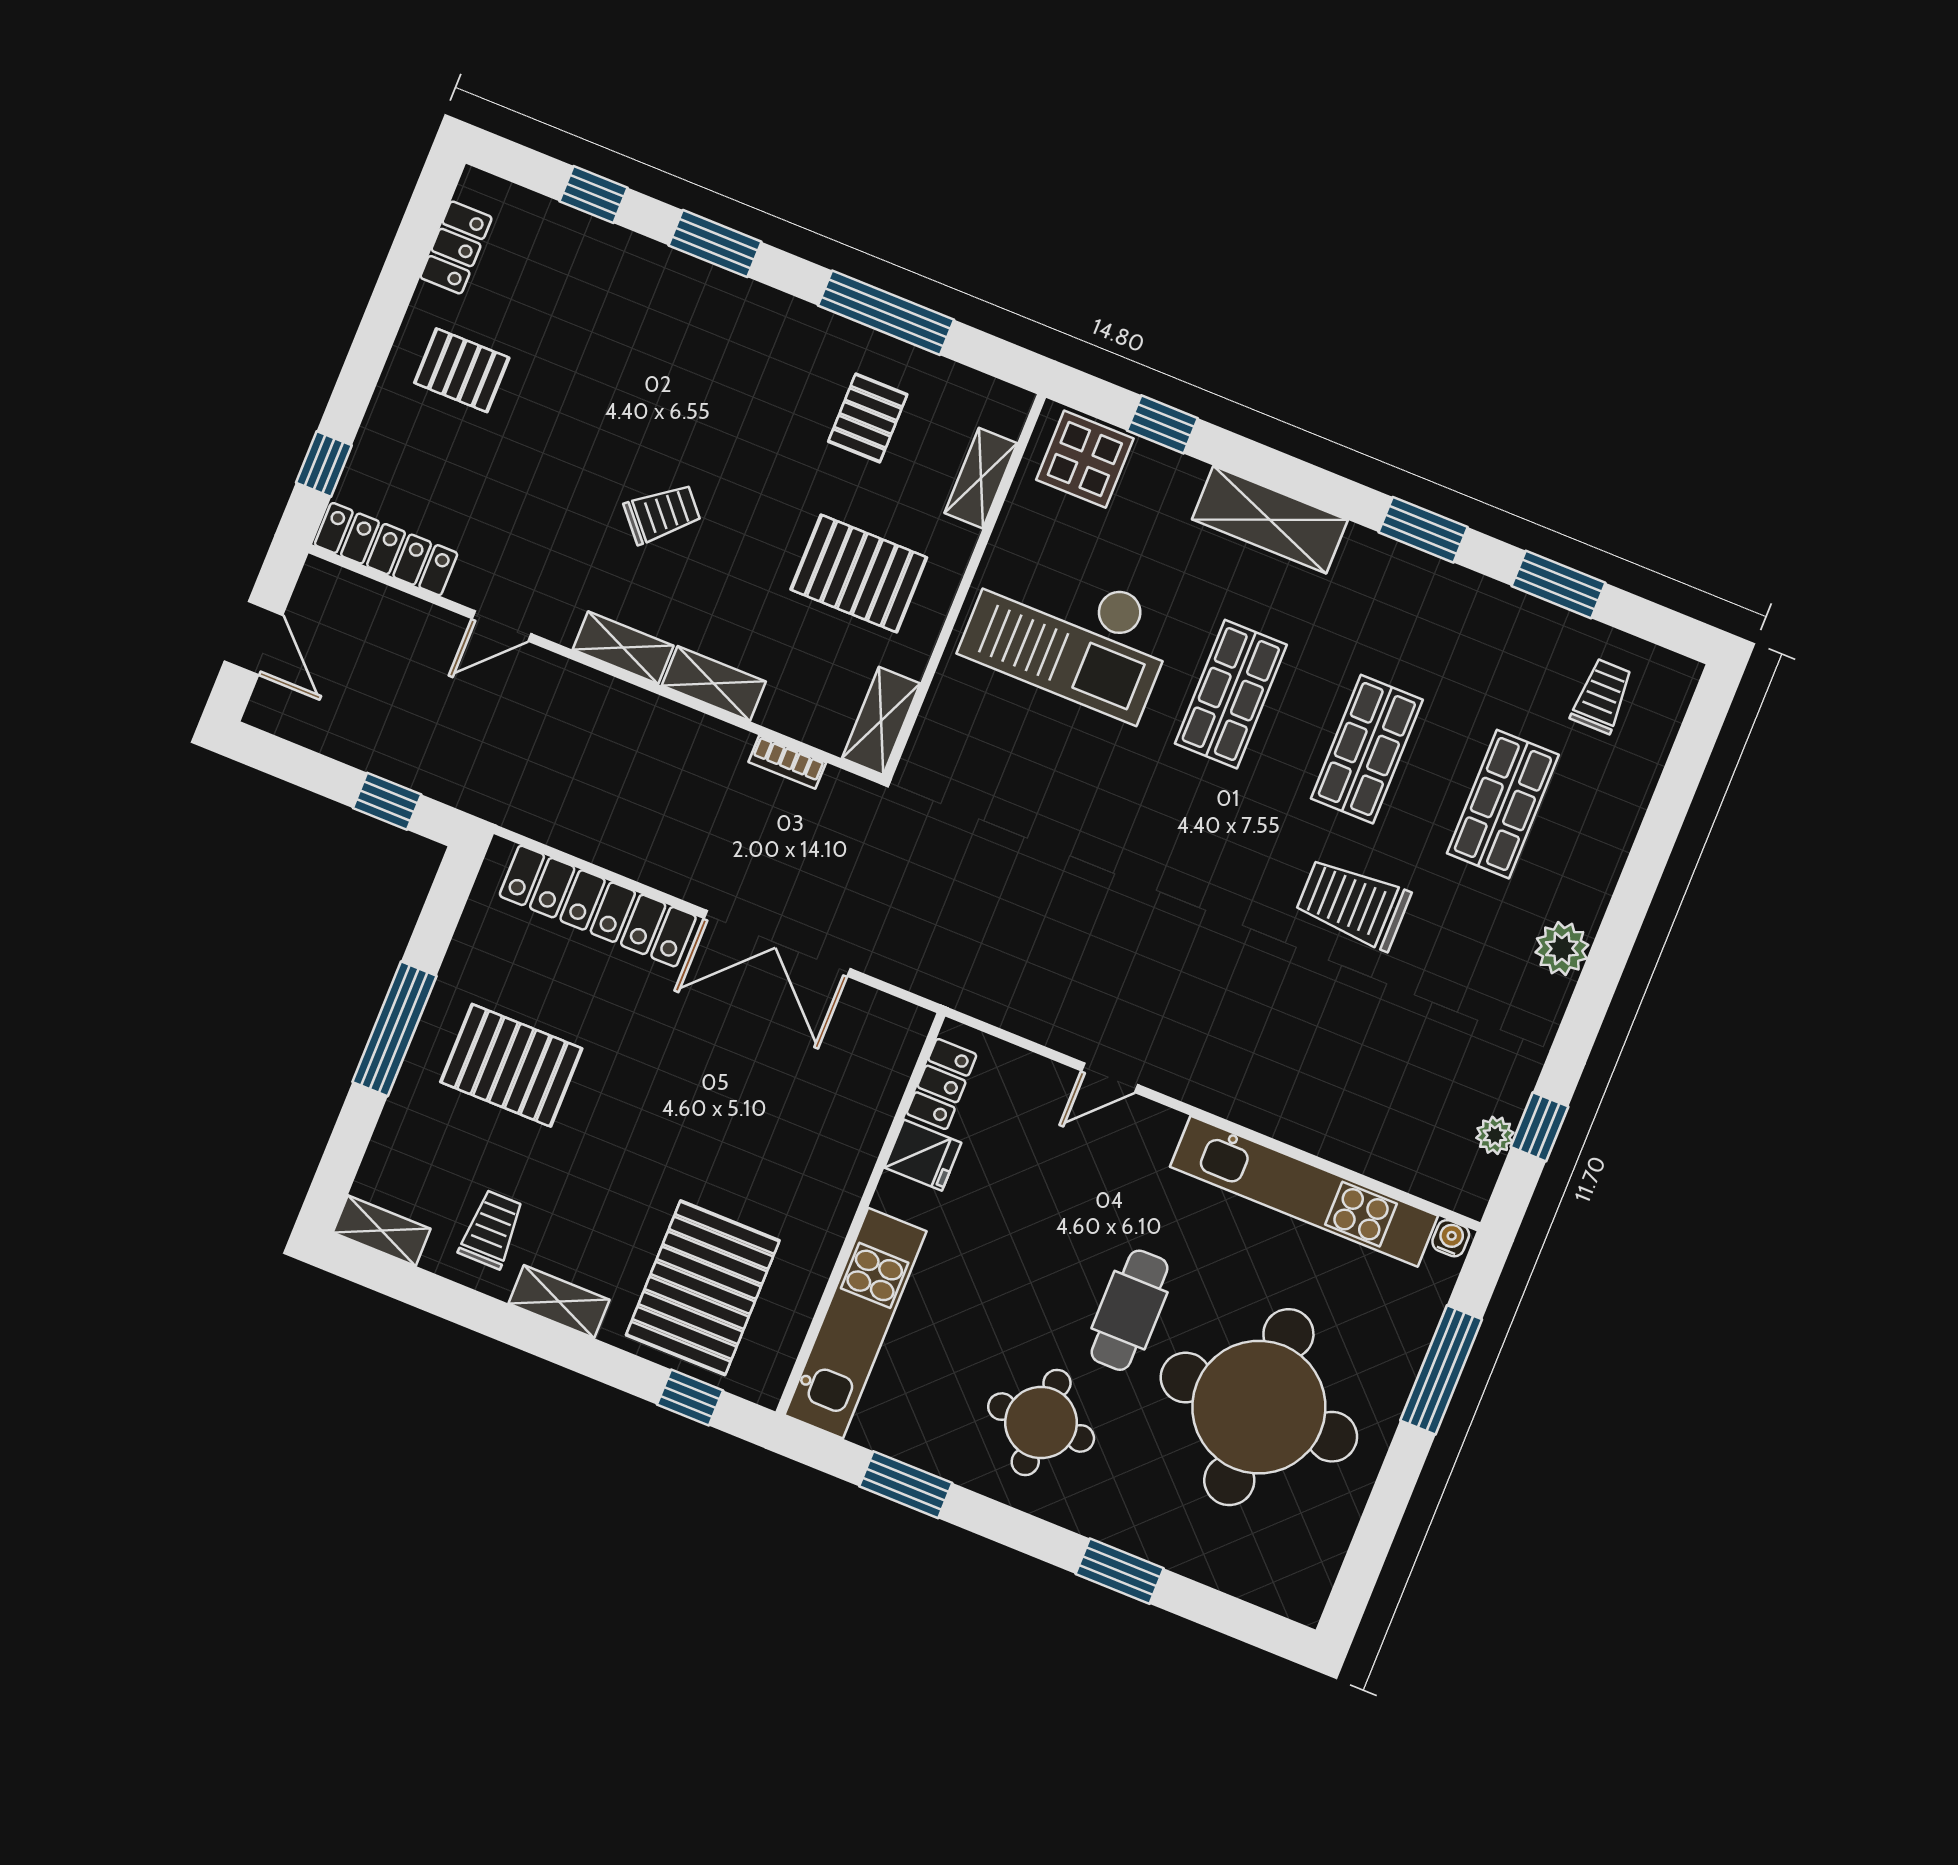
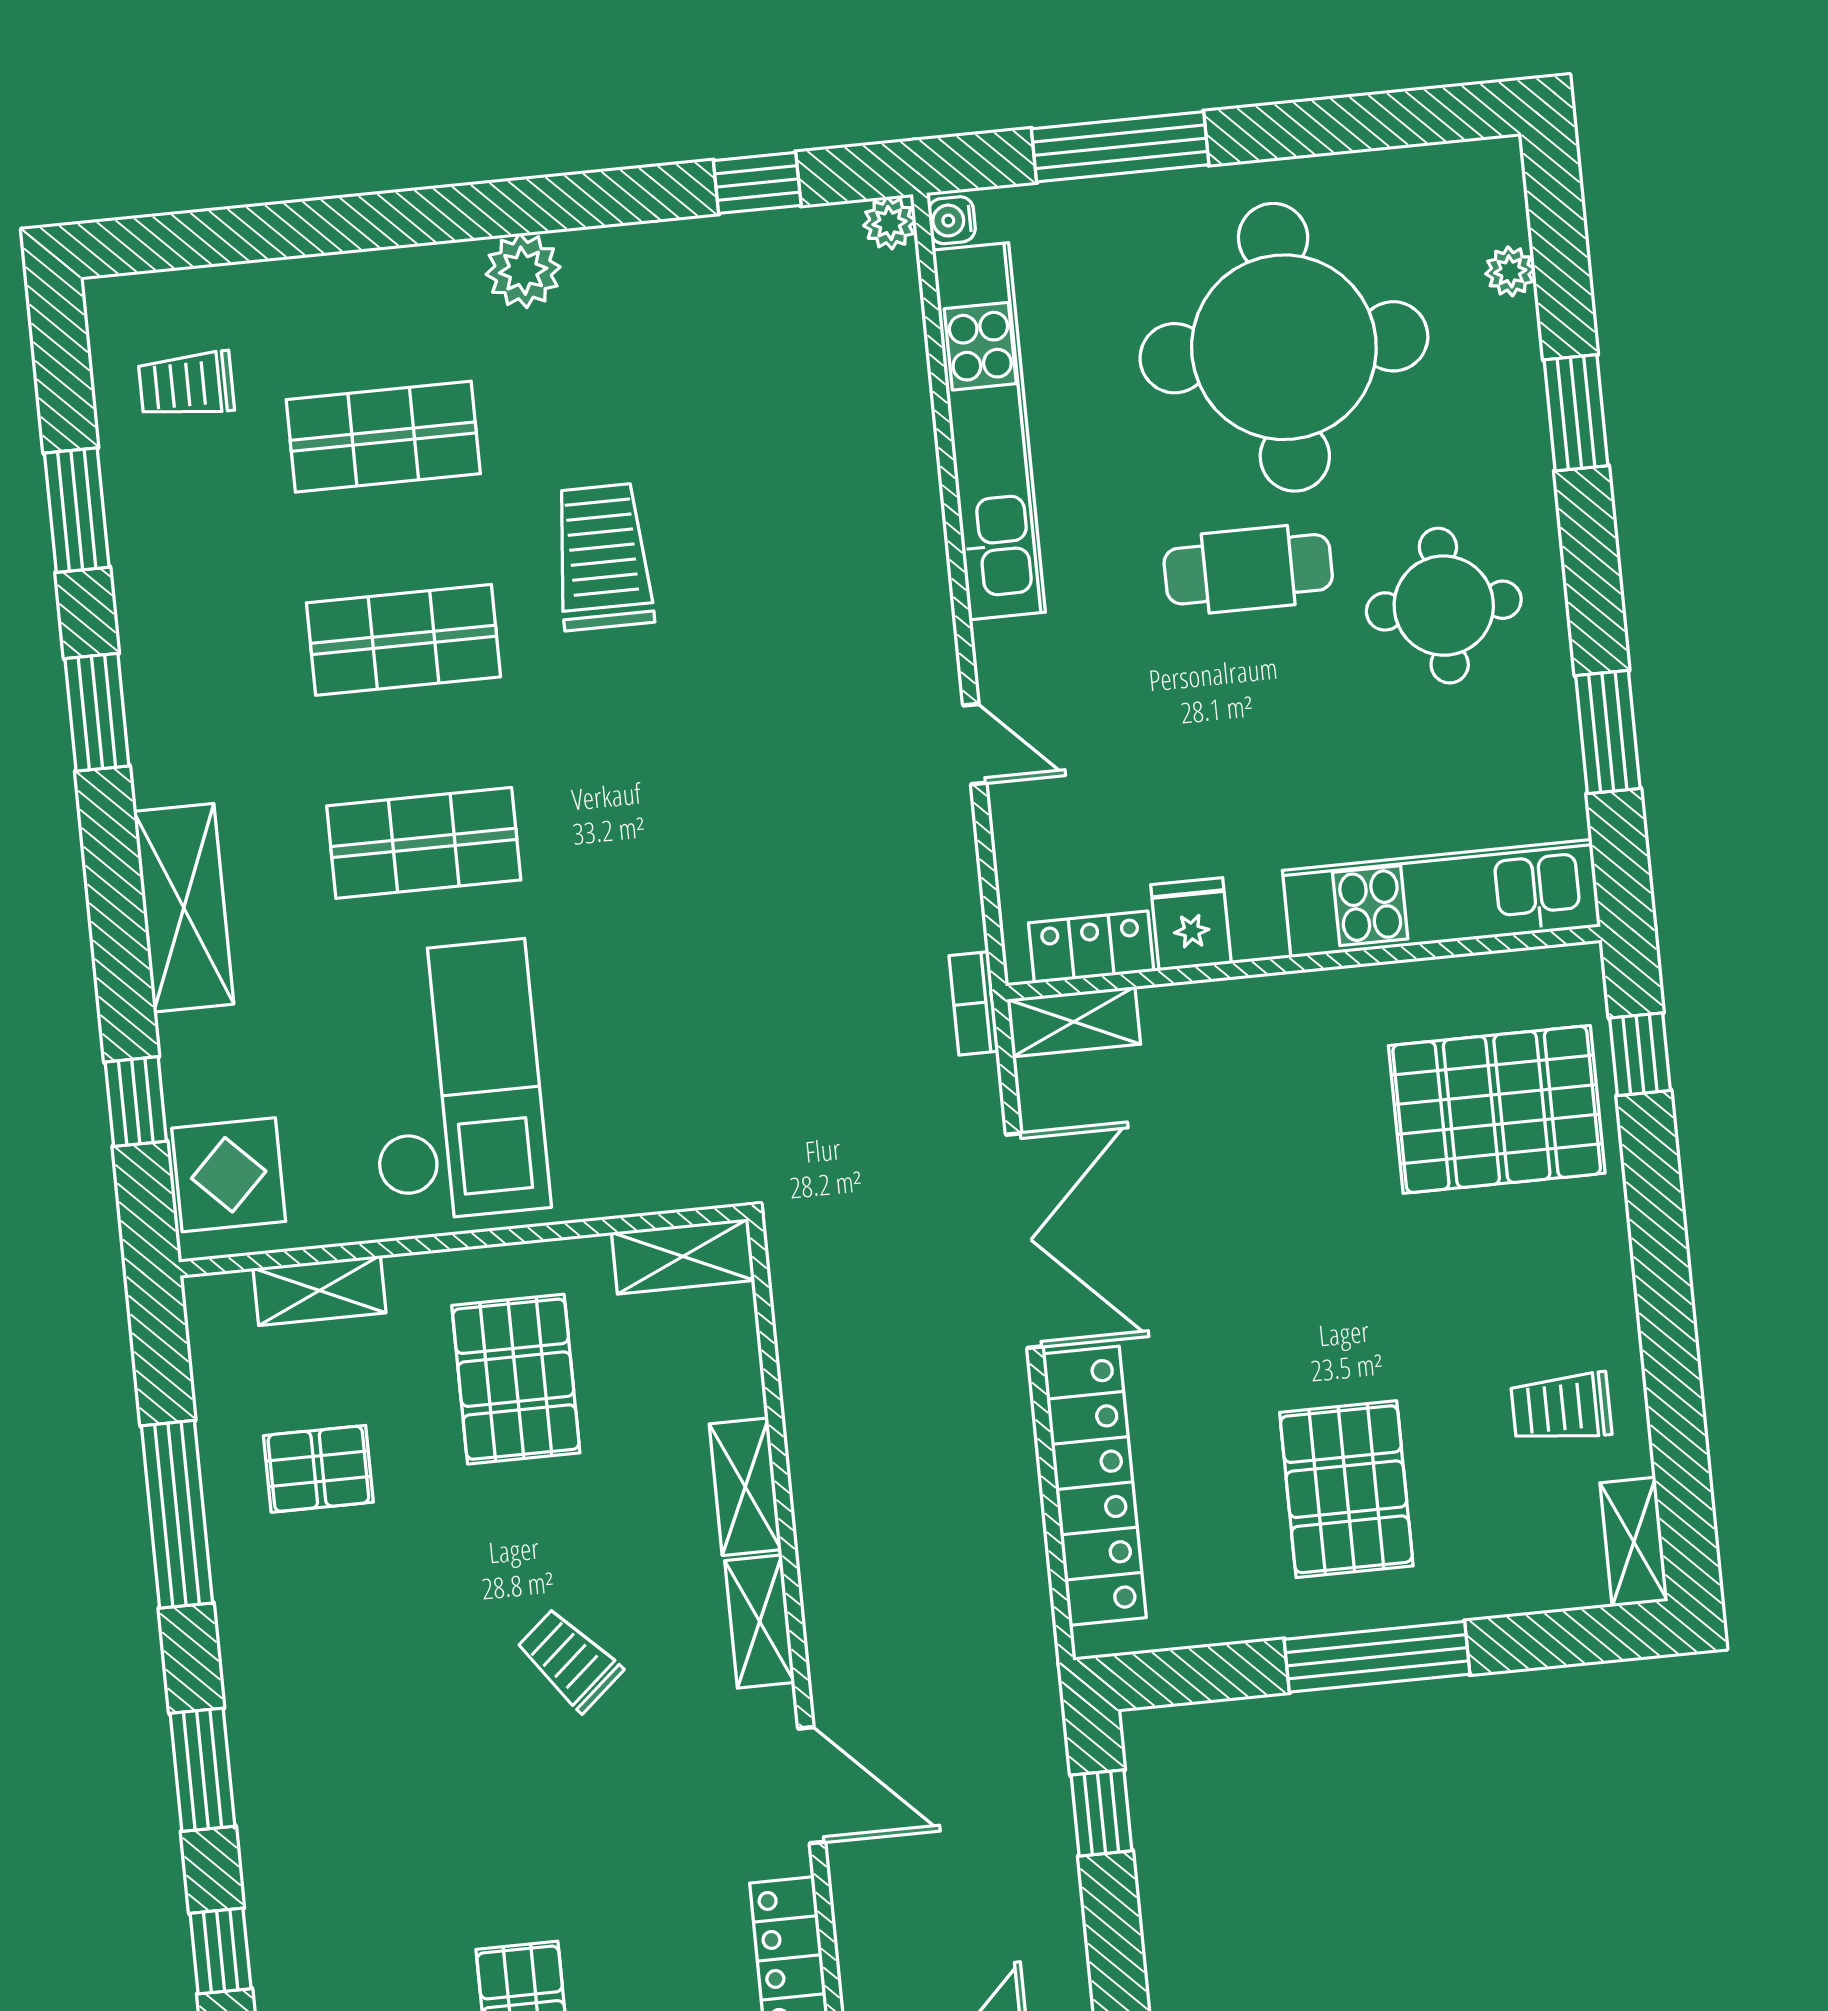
door: (502, 626) -> (812, 1785), width x1.38
bookcase: (787, 762) -> (974, 1003), moved, turned 180
trolley: (1353, 904) -> (603, 557), turned 180
plant: (1495, 1135) -> (890, 223), moved
shelving: (559, 1302) -> (1074, 1022), moved, turned 90
plant: (1232, 1576) -> (1510, 271), added

